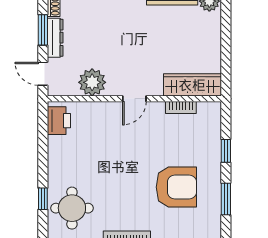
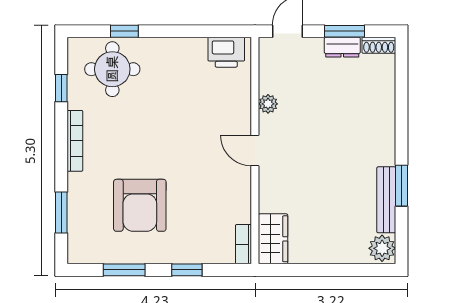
dresser: (55, 38) -> (342, 47), width x0.70
plant: (92, 82) -> (268, 104), width x0.53, depth x0.53
wardrobe: (192, 85) -> (273, 239), width x0.67
bookcase: (181, 108) -> (243, 244), moved

